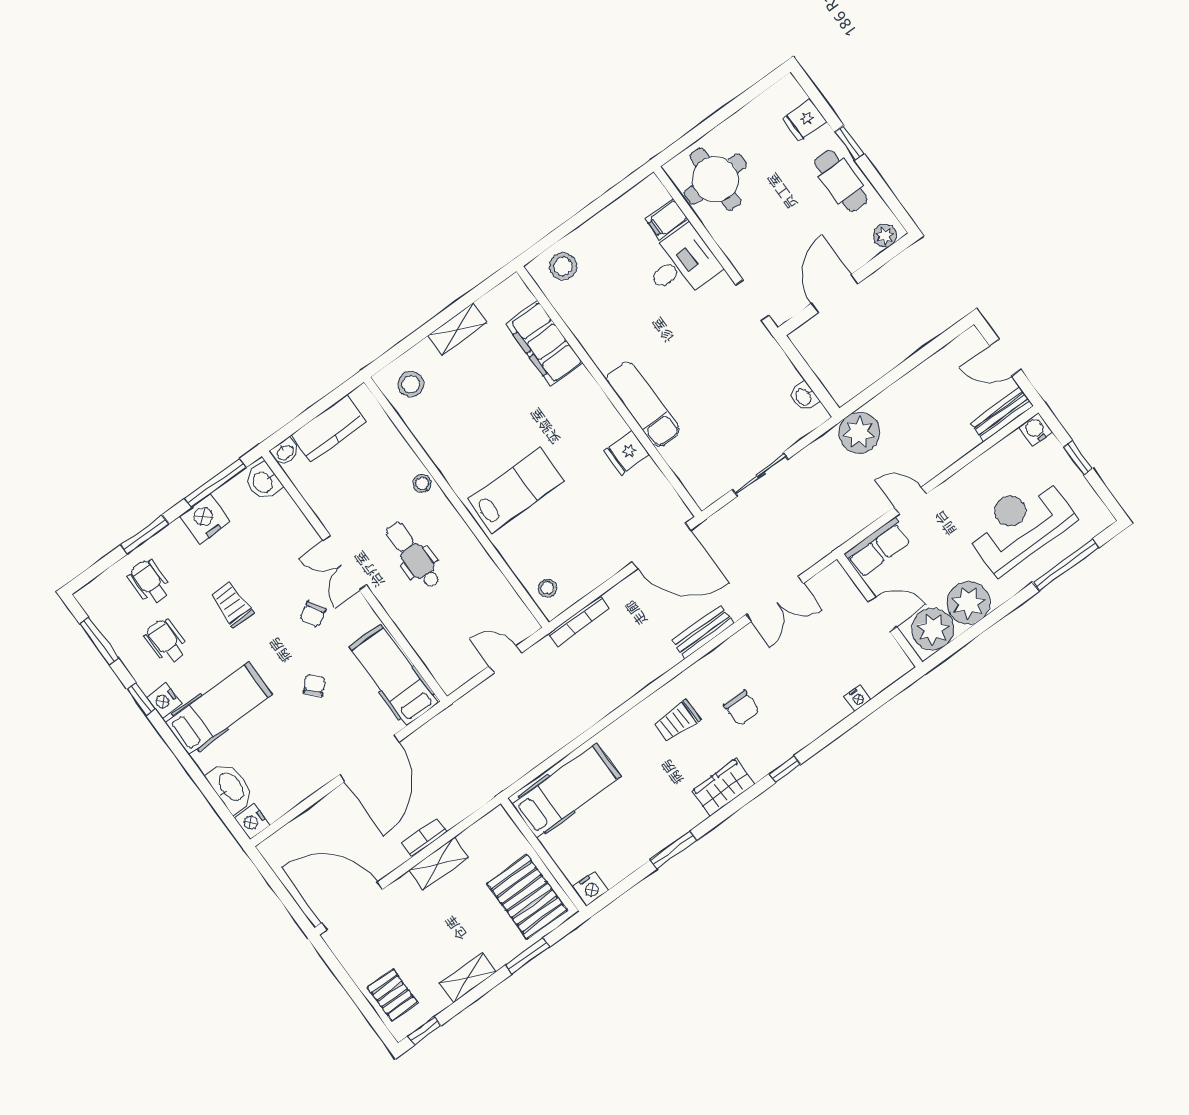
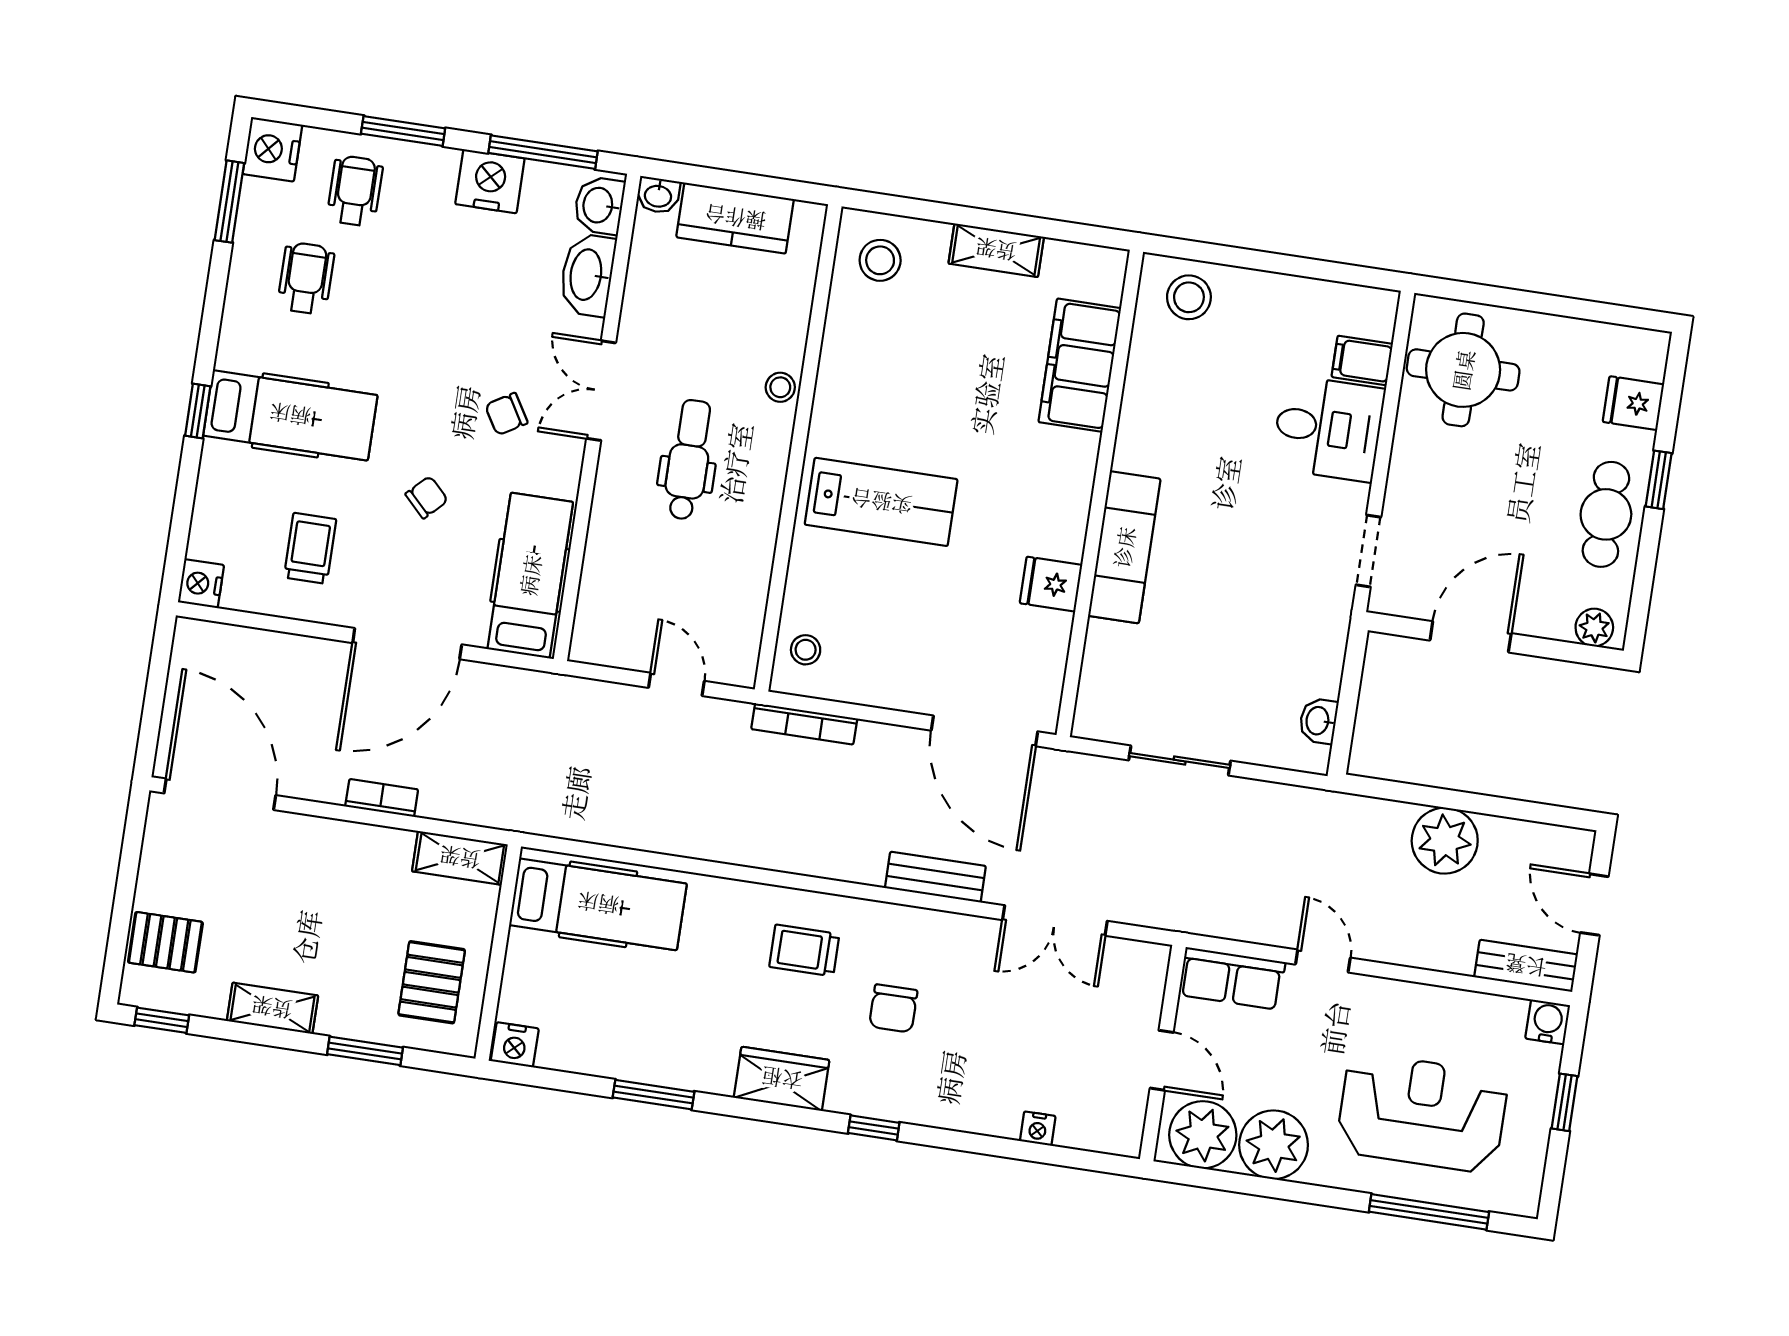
plant: (859, 433) -> (1445, 841), moved
trolley: (232, 604) -> (310, 548), moved
window: (141, 699) -> (198, 411), moved
nightstand: (164, 701) -> (272, 149), moved, width x1.36, depth x1.33
washbasin: (231, 787) -> (587, 275), moved, turned 180
shelving: (438, 864) -> (460, 858), moved
pallet: (527, 897) -> (432, 982), width x0.67, depth x0.71
pallet: (392, 995) -> (165, 942), turned 90

